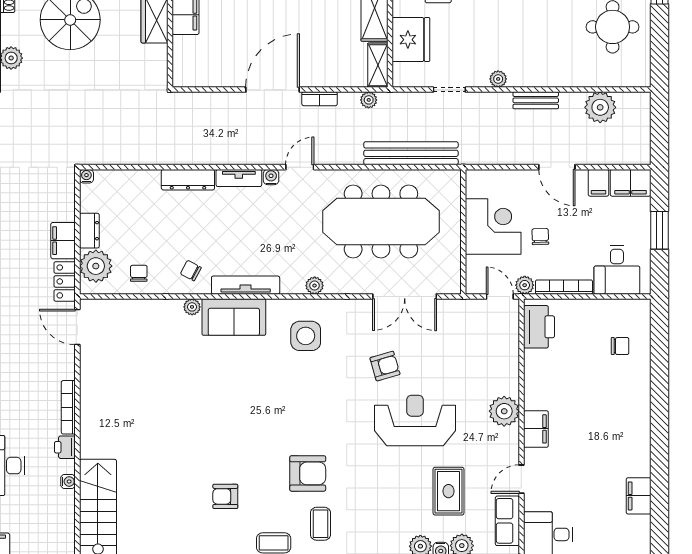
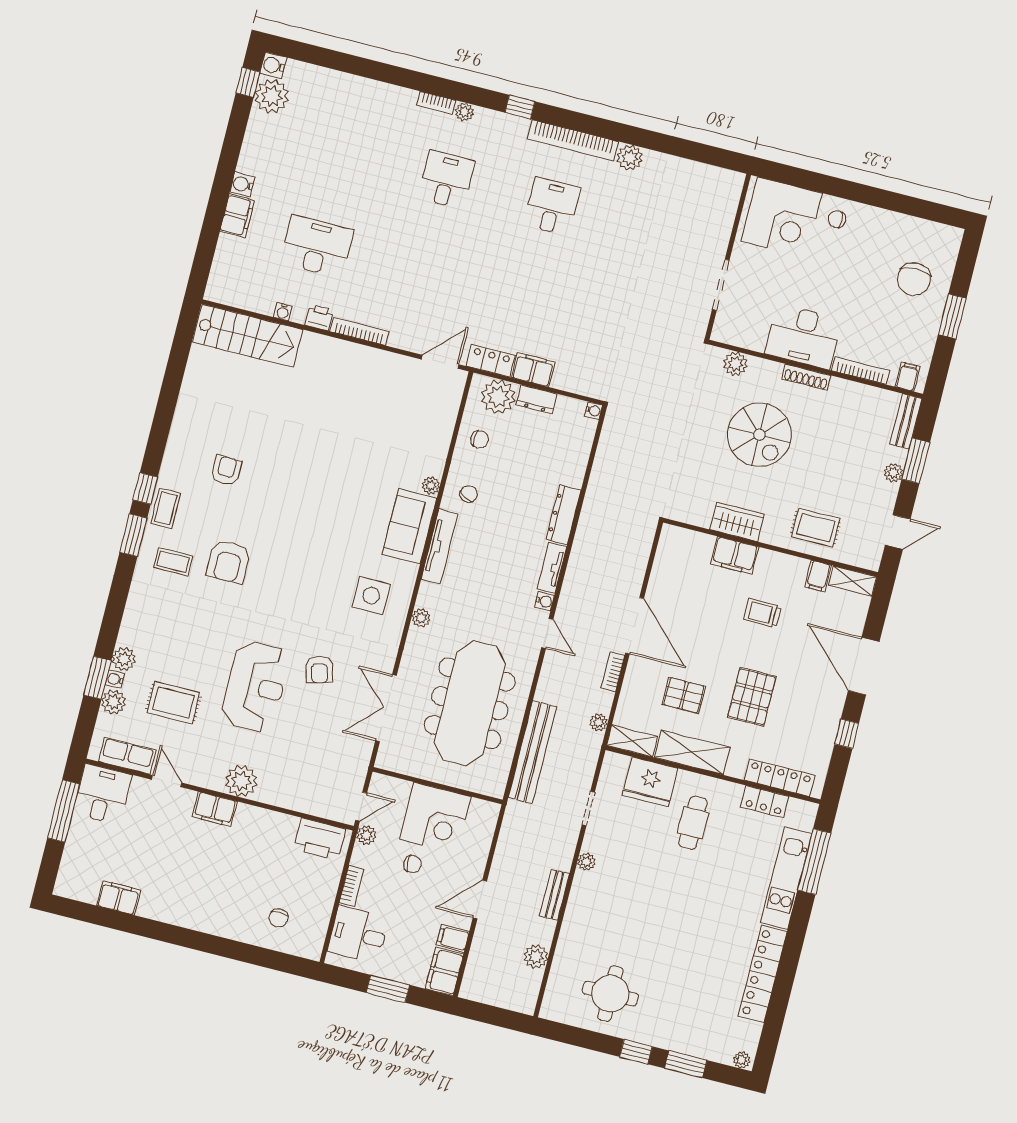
pallet: (324, 29) -> (684, 695), added
plant: (600, 107) -> (536, 957), width x0.73, depth x0.73
bookcase: (564, 287) -> (351, 886), width x0.64

